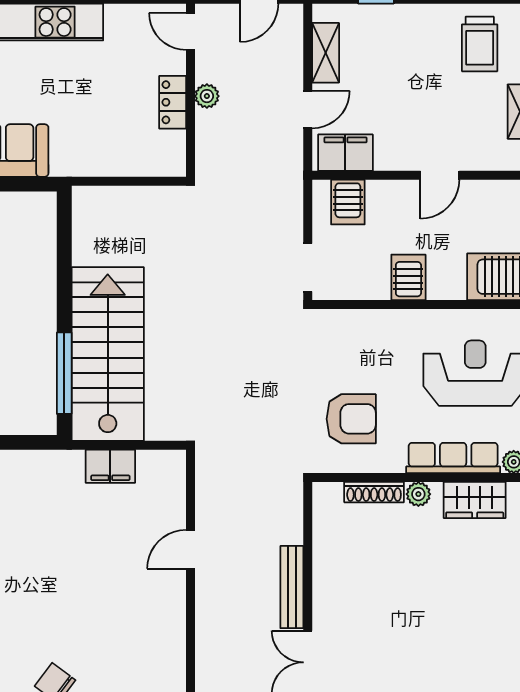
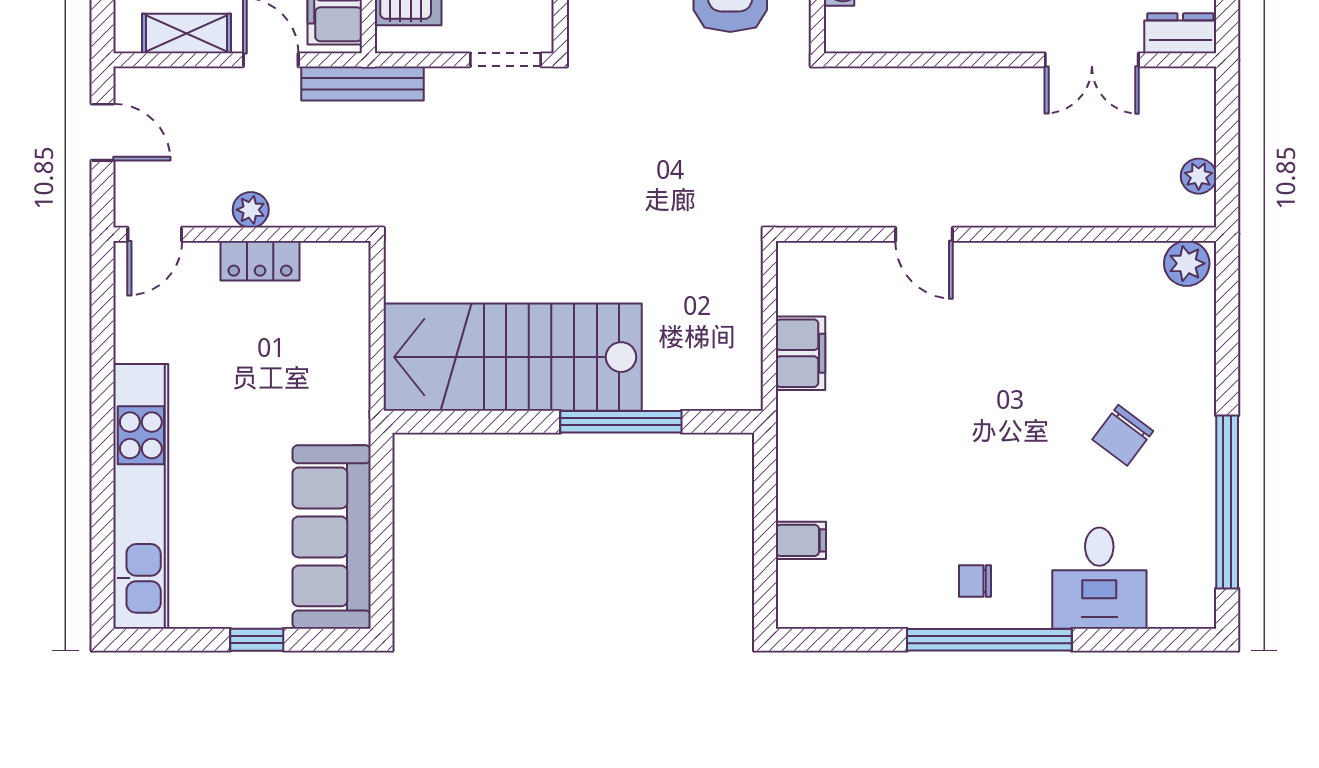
stairs: (108, 354) -> (513, 357), moved
window: (64, 373) -> (621, 422), moved
bench: (292, 587) -> (362, 84), moved

